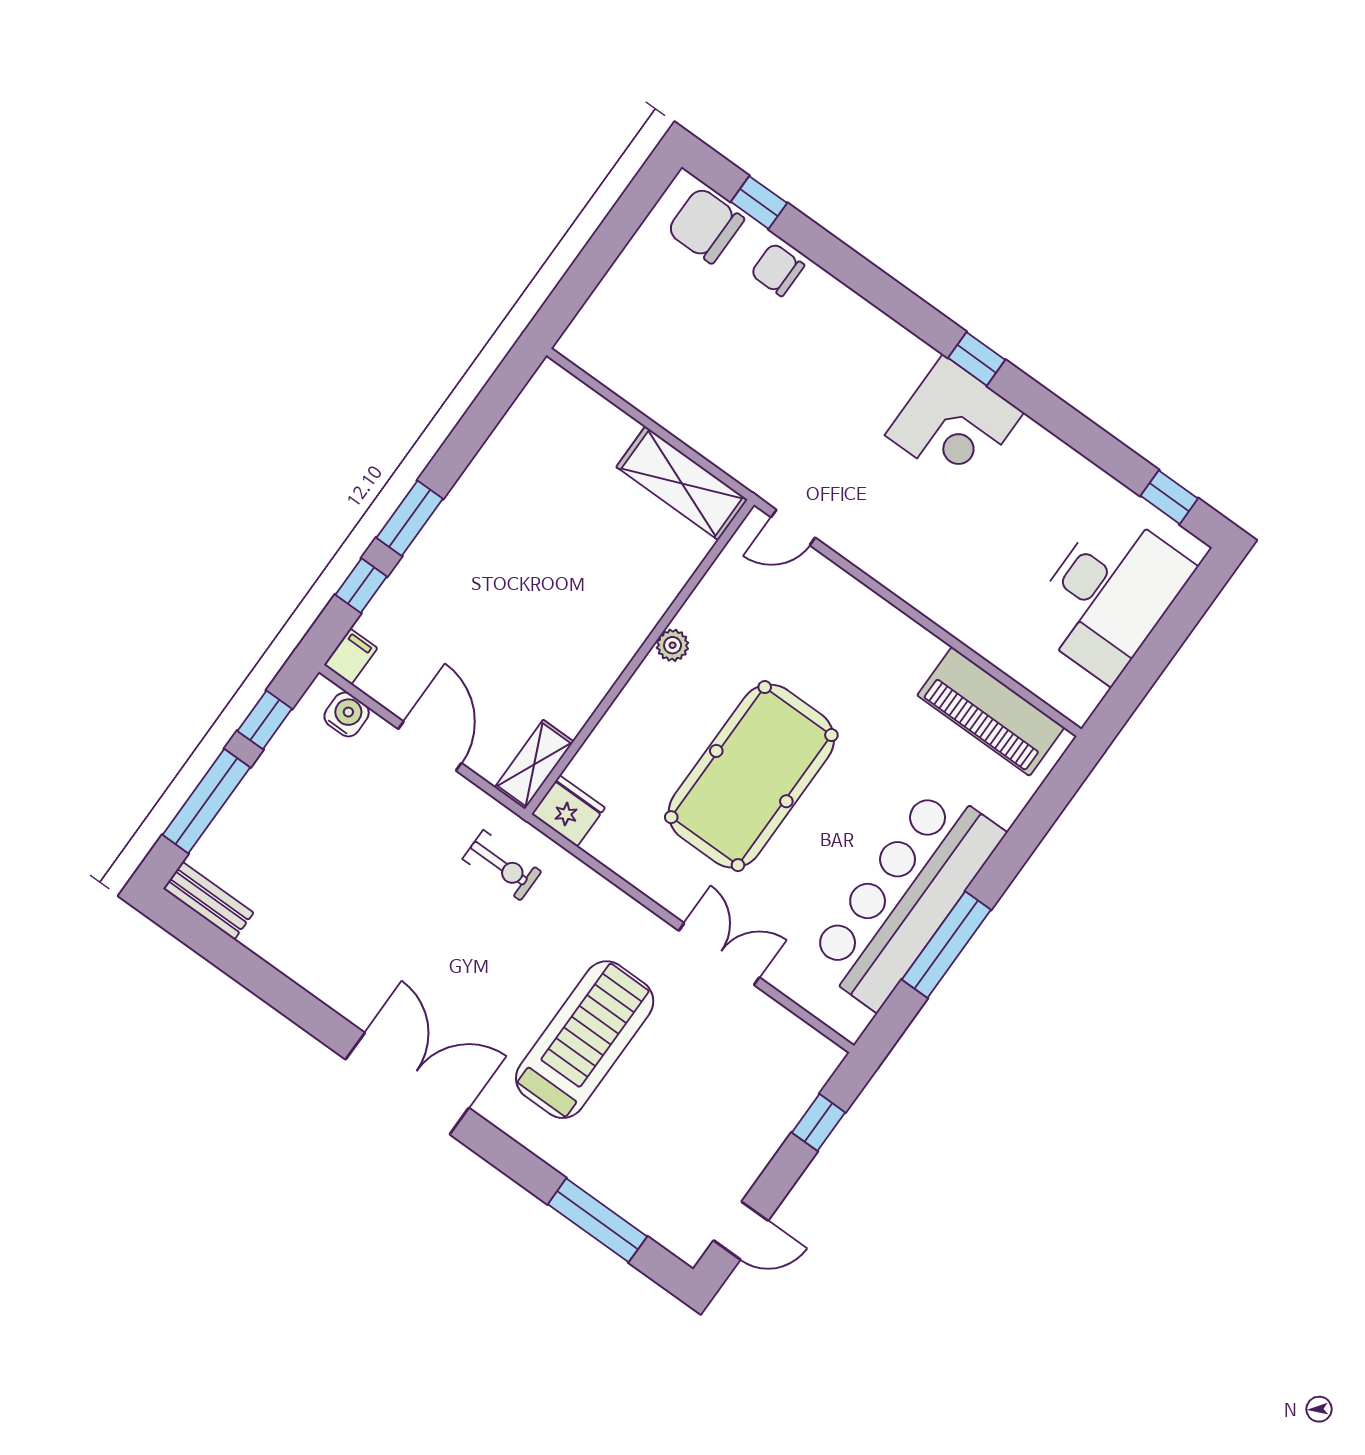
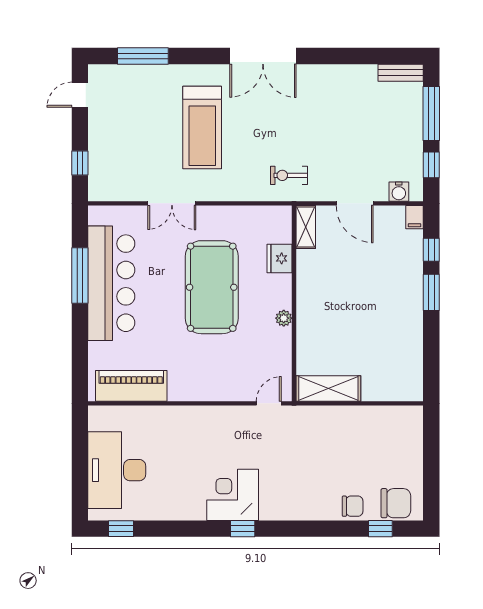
fridge: (568, 811) -> (280, 258), moved, turned 90

